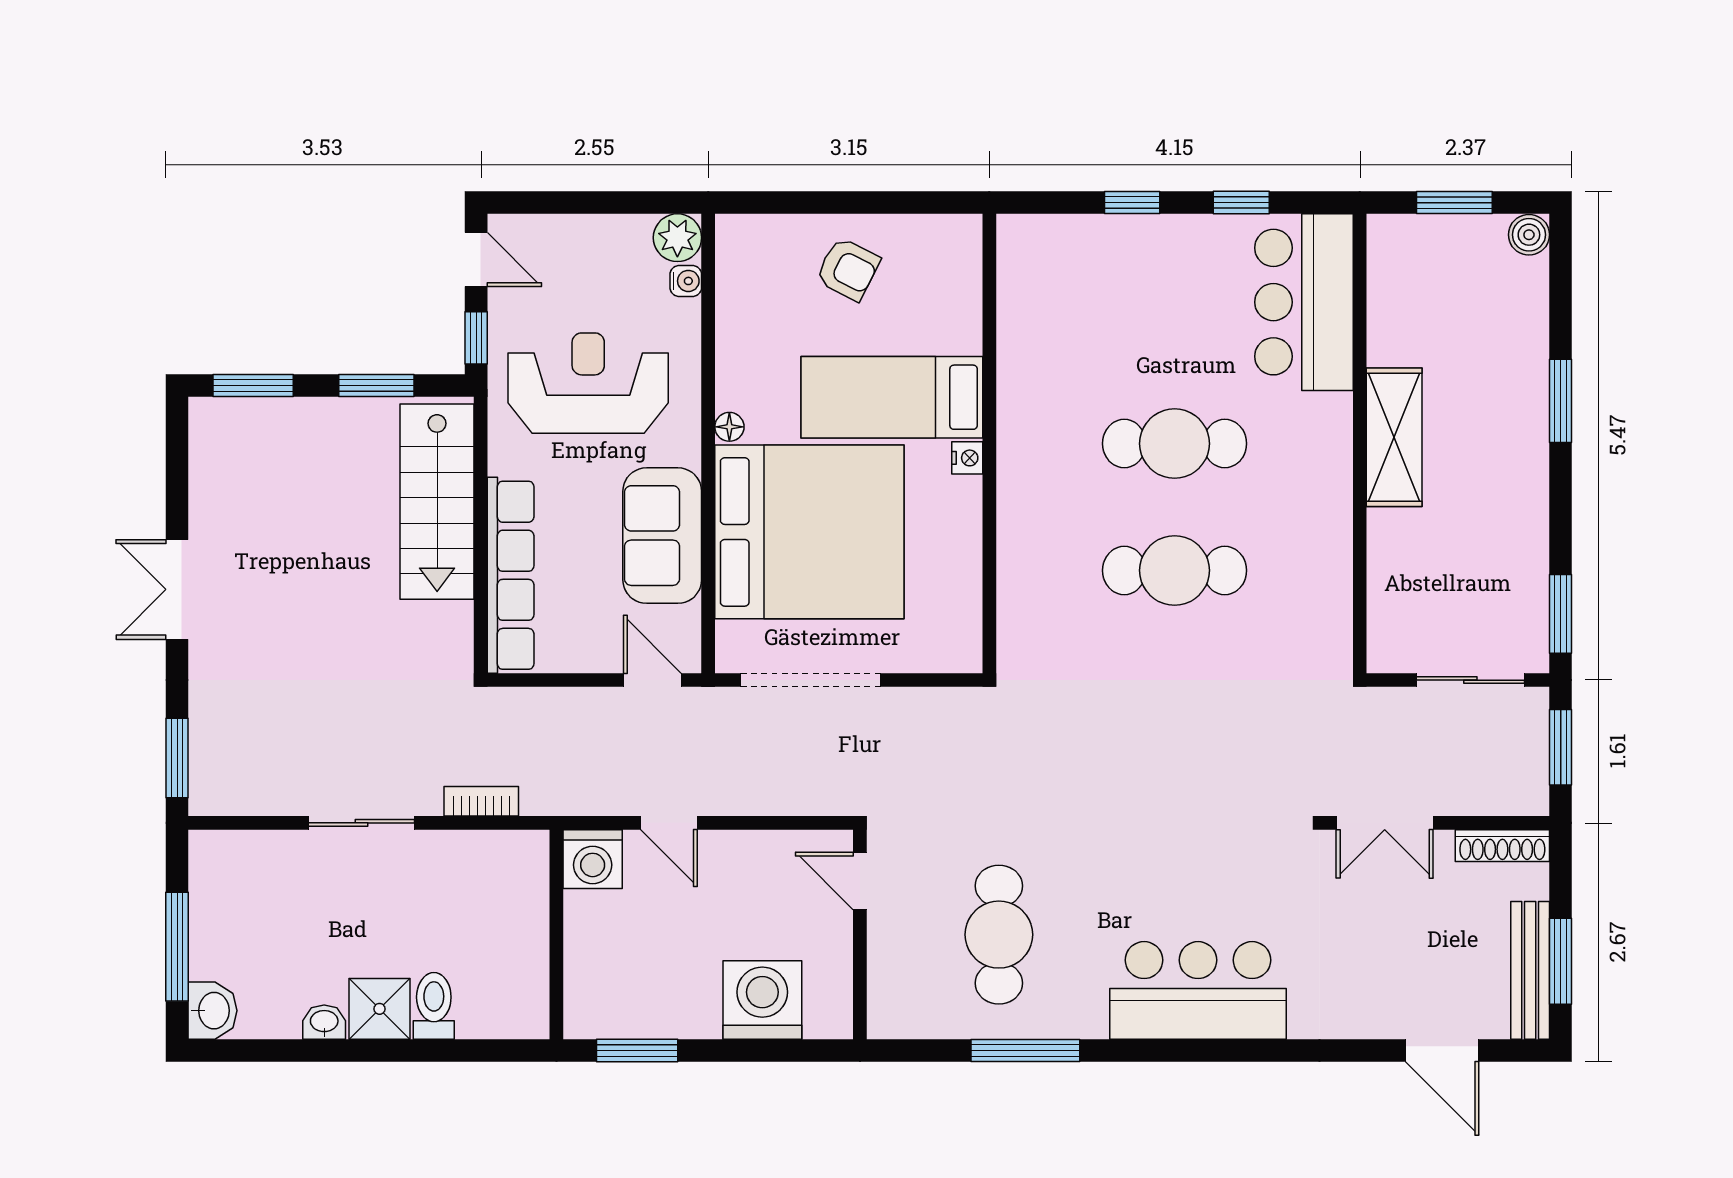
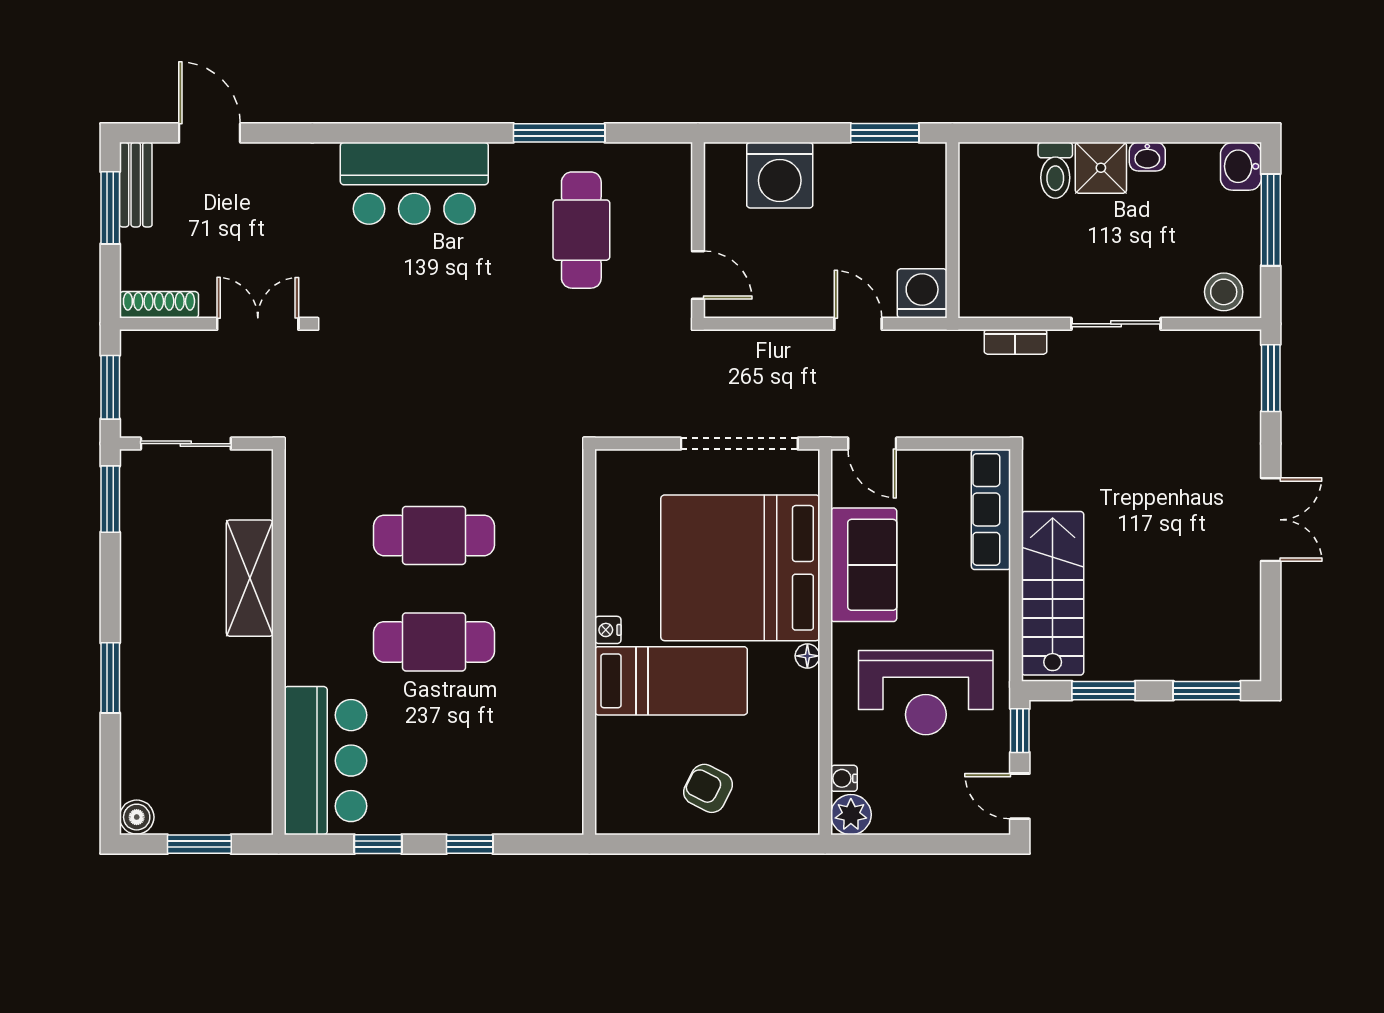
shelving: (1394, 437) -> (250, 578), moved
row of seats: (511, 575) -> (991, 509), width x0.73
stool: (233, 861) -> (1224, 292), added
bench: (1530, 970) -> (136, 185), width x0.73

